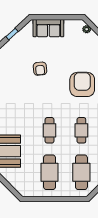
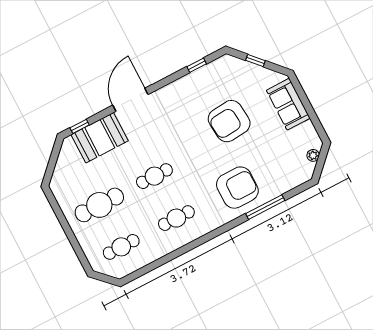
armchair: (40, 69) -> (229, 121), width x1.88, depth x1.88
cafe table: (81, 172) -> (121, 247), width x0.73, depth x0.74

